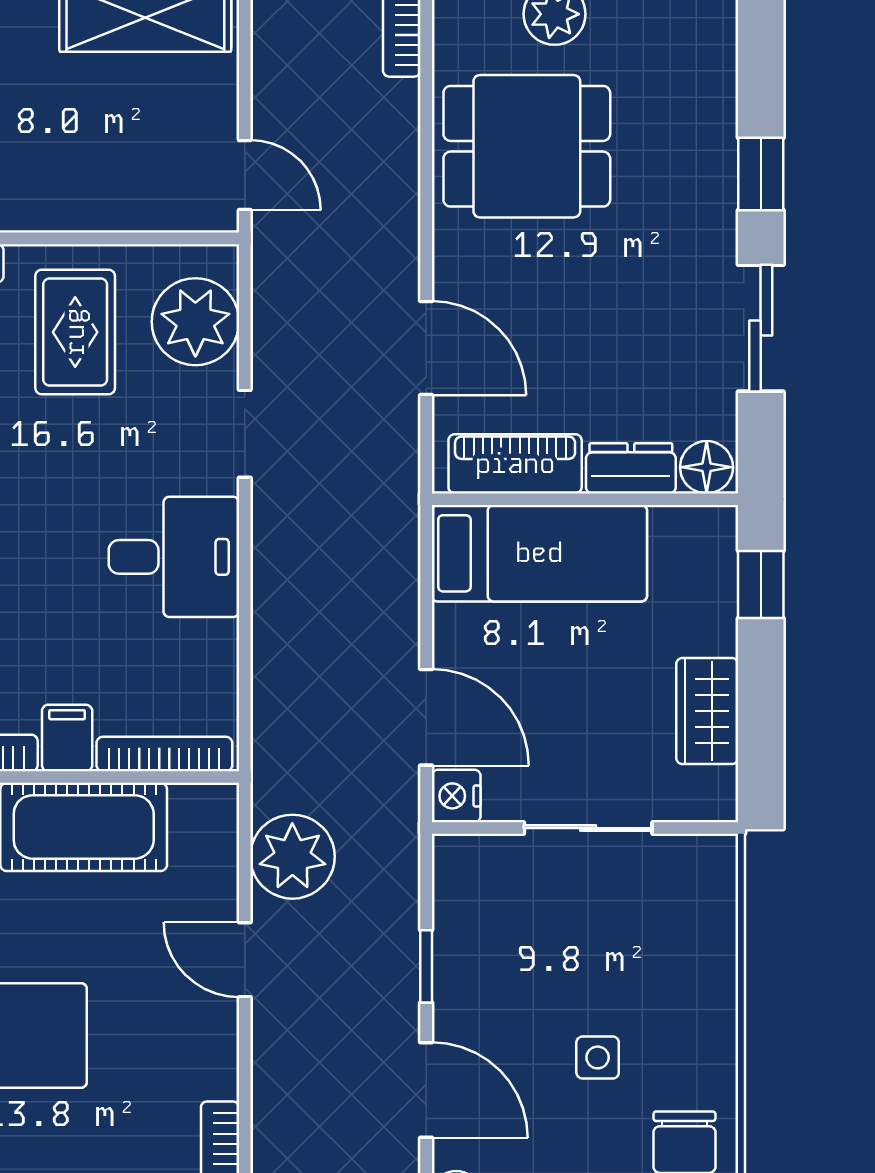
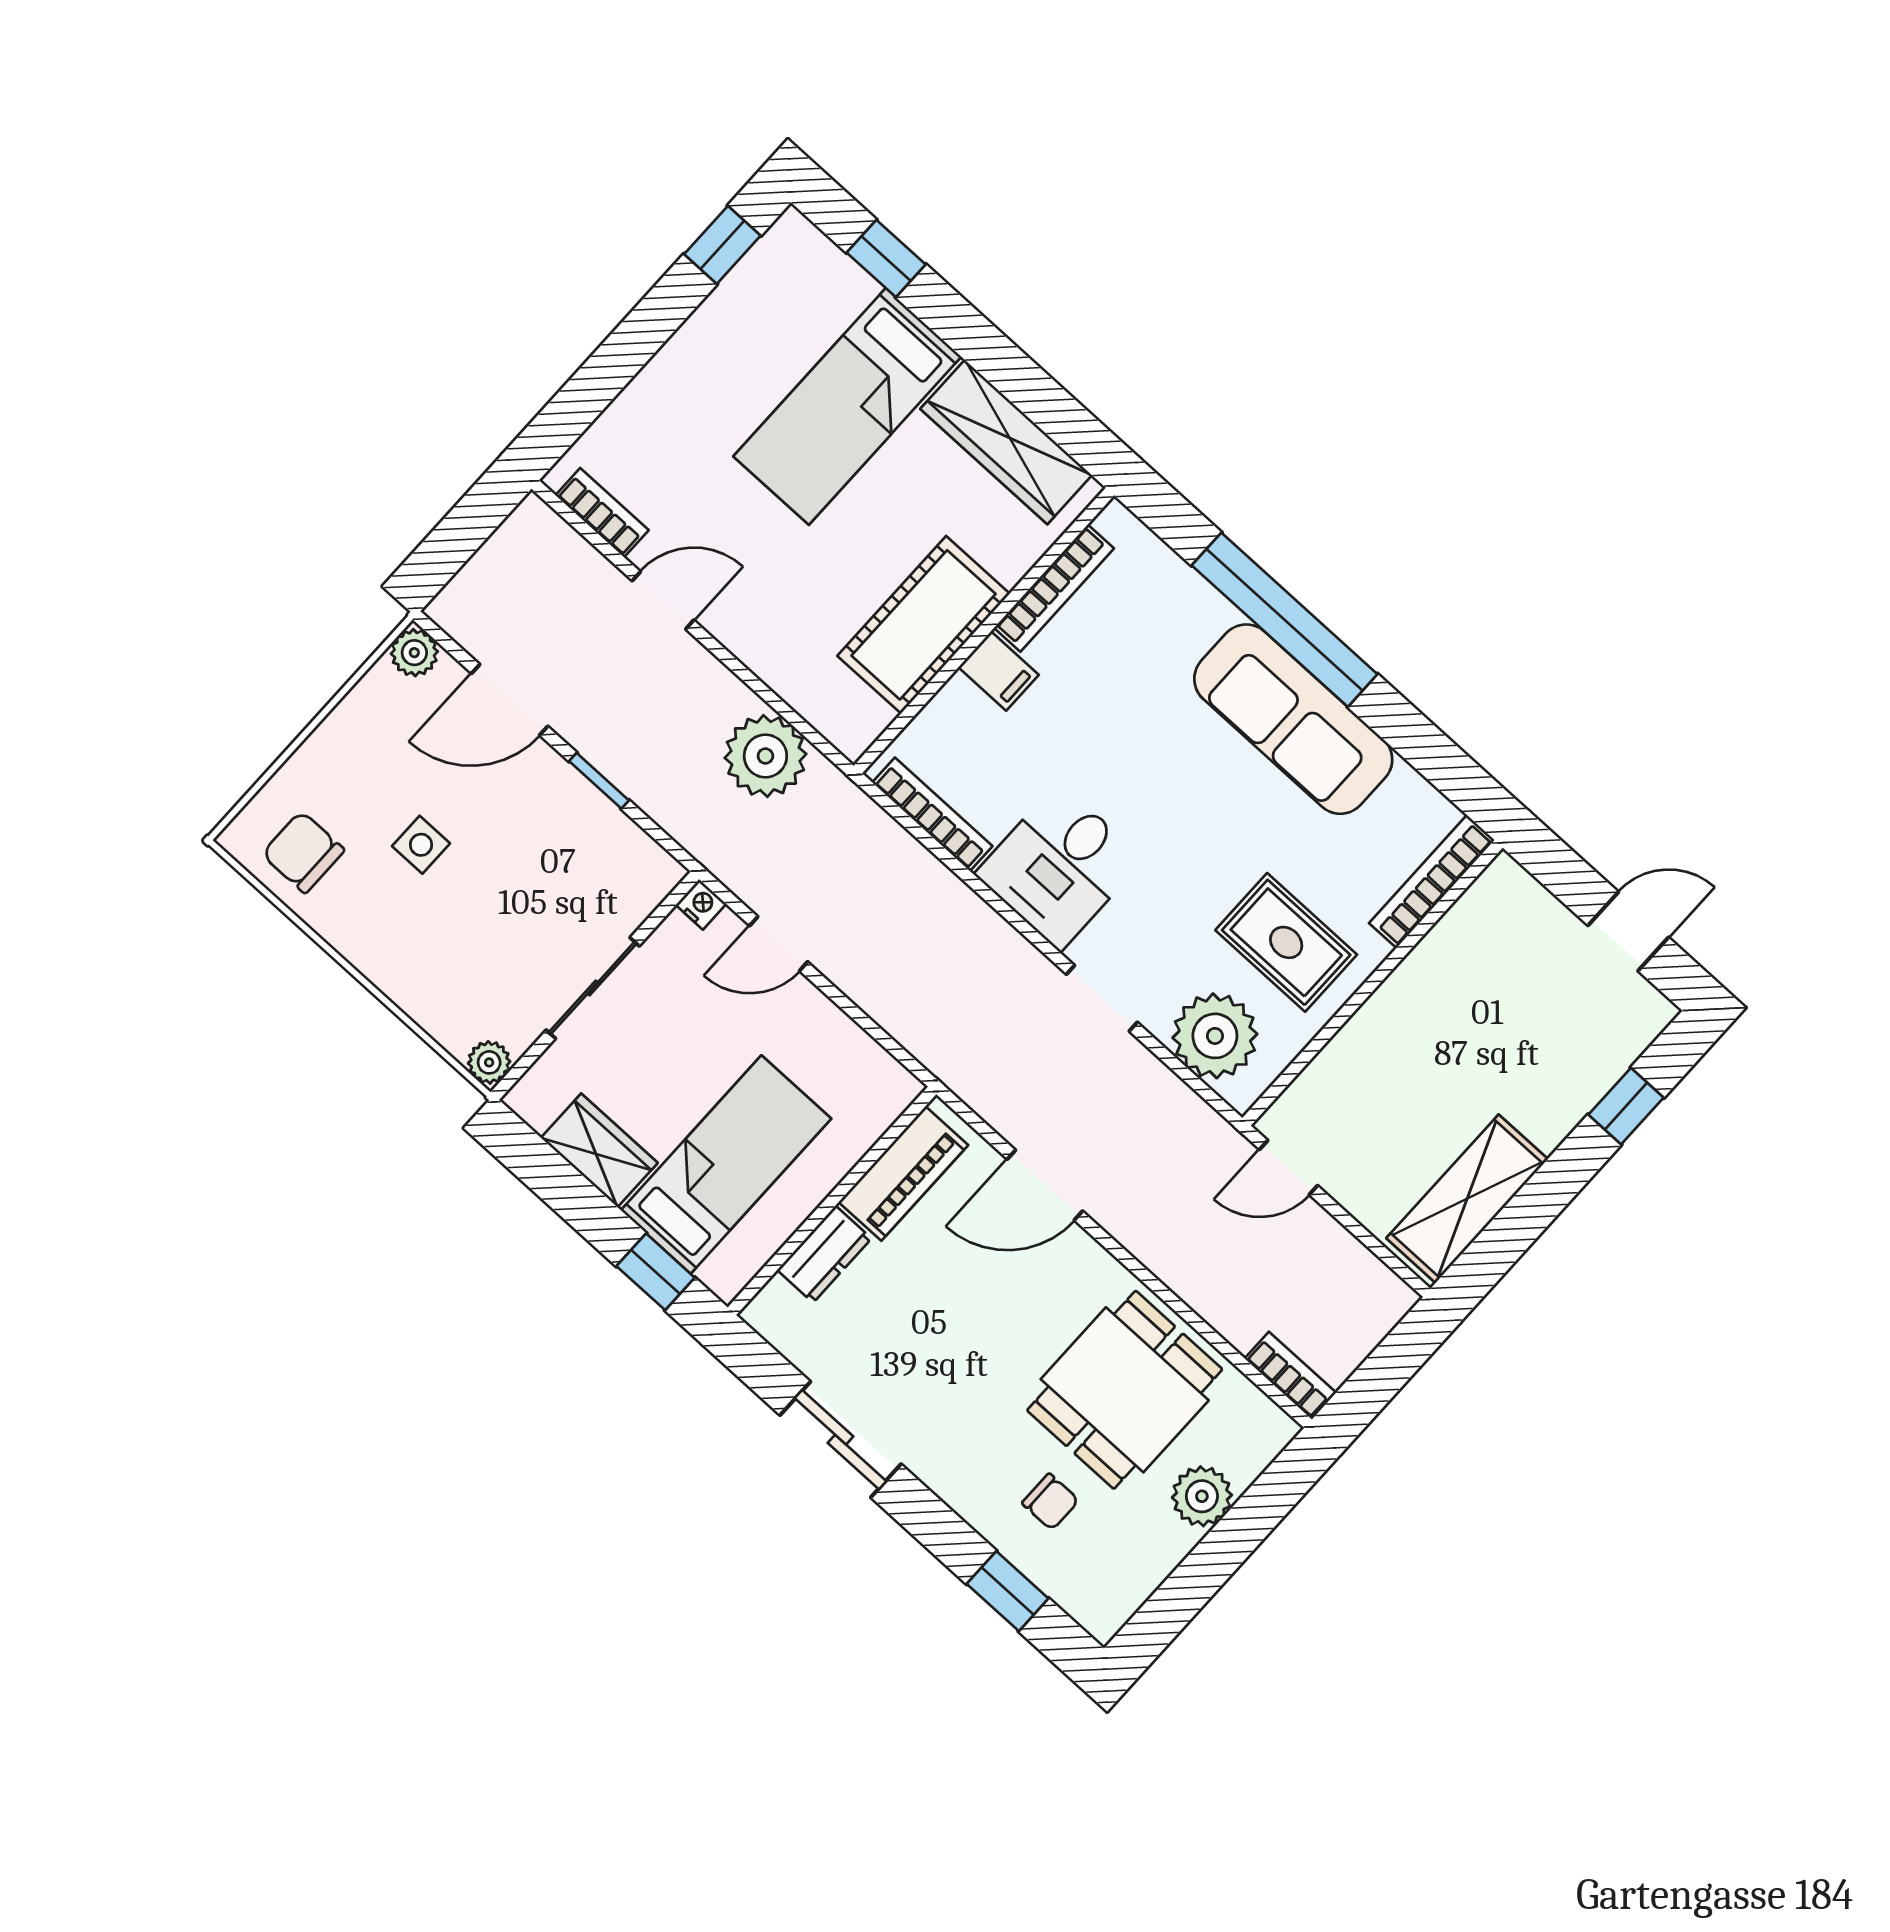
chair: (663, 126) -> (1050, 1502), added
window: (761, 174) -> (1008, 1591), moved
floor lamp: (707, 467) -> (776, 1309), removed
bed: (539, 553) -> (726, 1165), moved, turned 180
door: (426, 717) -> (779, 944), width x0.73
bookcase: (164, 754) -> (932, 814), moved, turned -90
nightstand: (456, 796) -> (701, 904), width x0.72, depth x0.74
plant: (716, 856) -> (489, 1062), added
door: (245, 960) -> (663, 600), moved

